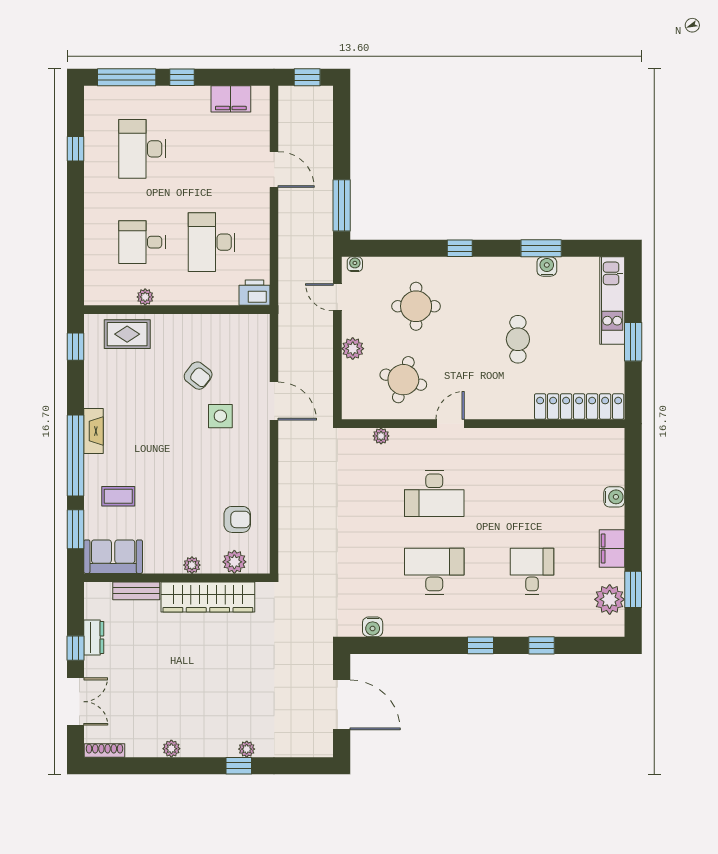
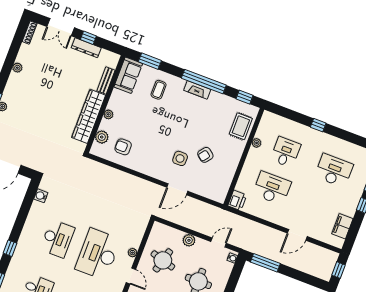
window: (75, 149) -> (318, 125), moved
plant: (381, 436) -> (132, 253), moved
window: (75, 455) -> (204, 82), moved
desk: (434, 493) -> (98, 254), width x1.36, depth x1.30
armchair: (237, 519) -> (123, 147), turned 90
dresser: (94, 637) -> (86, 48), width x1.44

